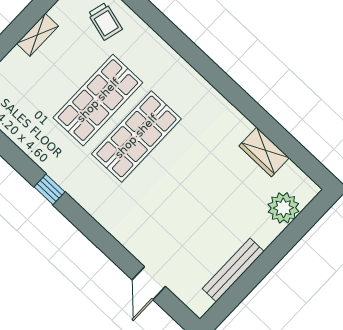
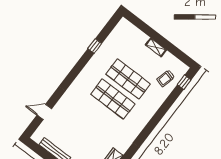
window: (49, 189) -> (95, 46), moved

